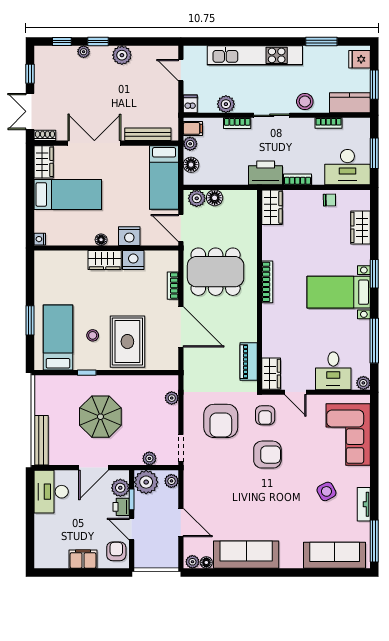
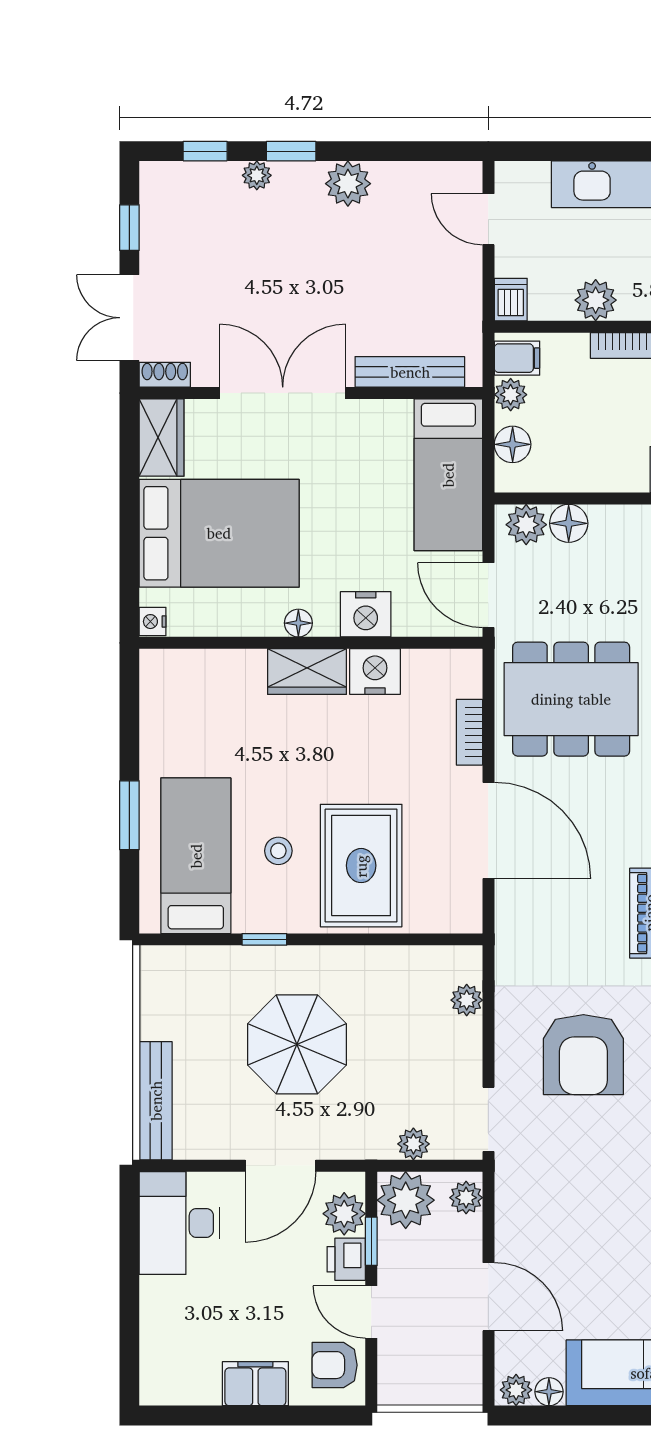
bed: (68, 194) -> (219, 533), width x1.50
armchair: (116, 551) -> (335, 1365), turned -90

